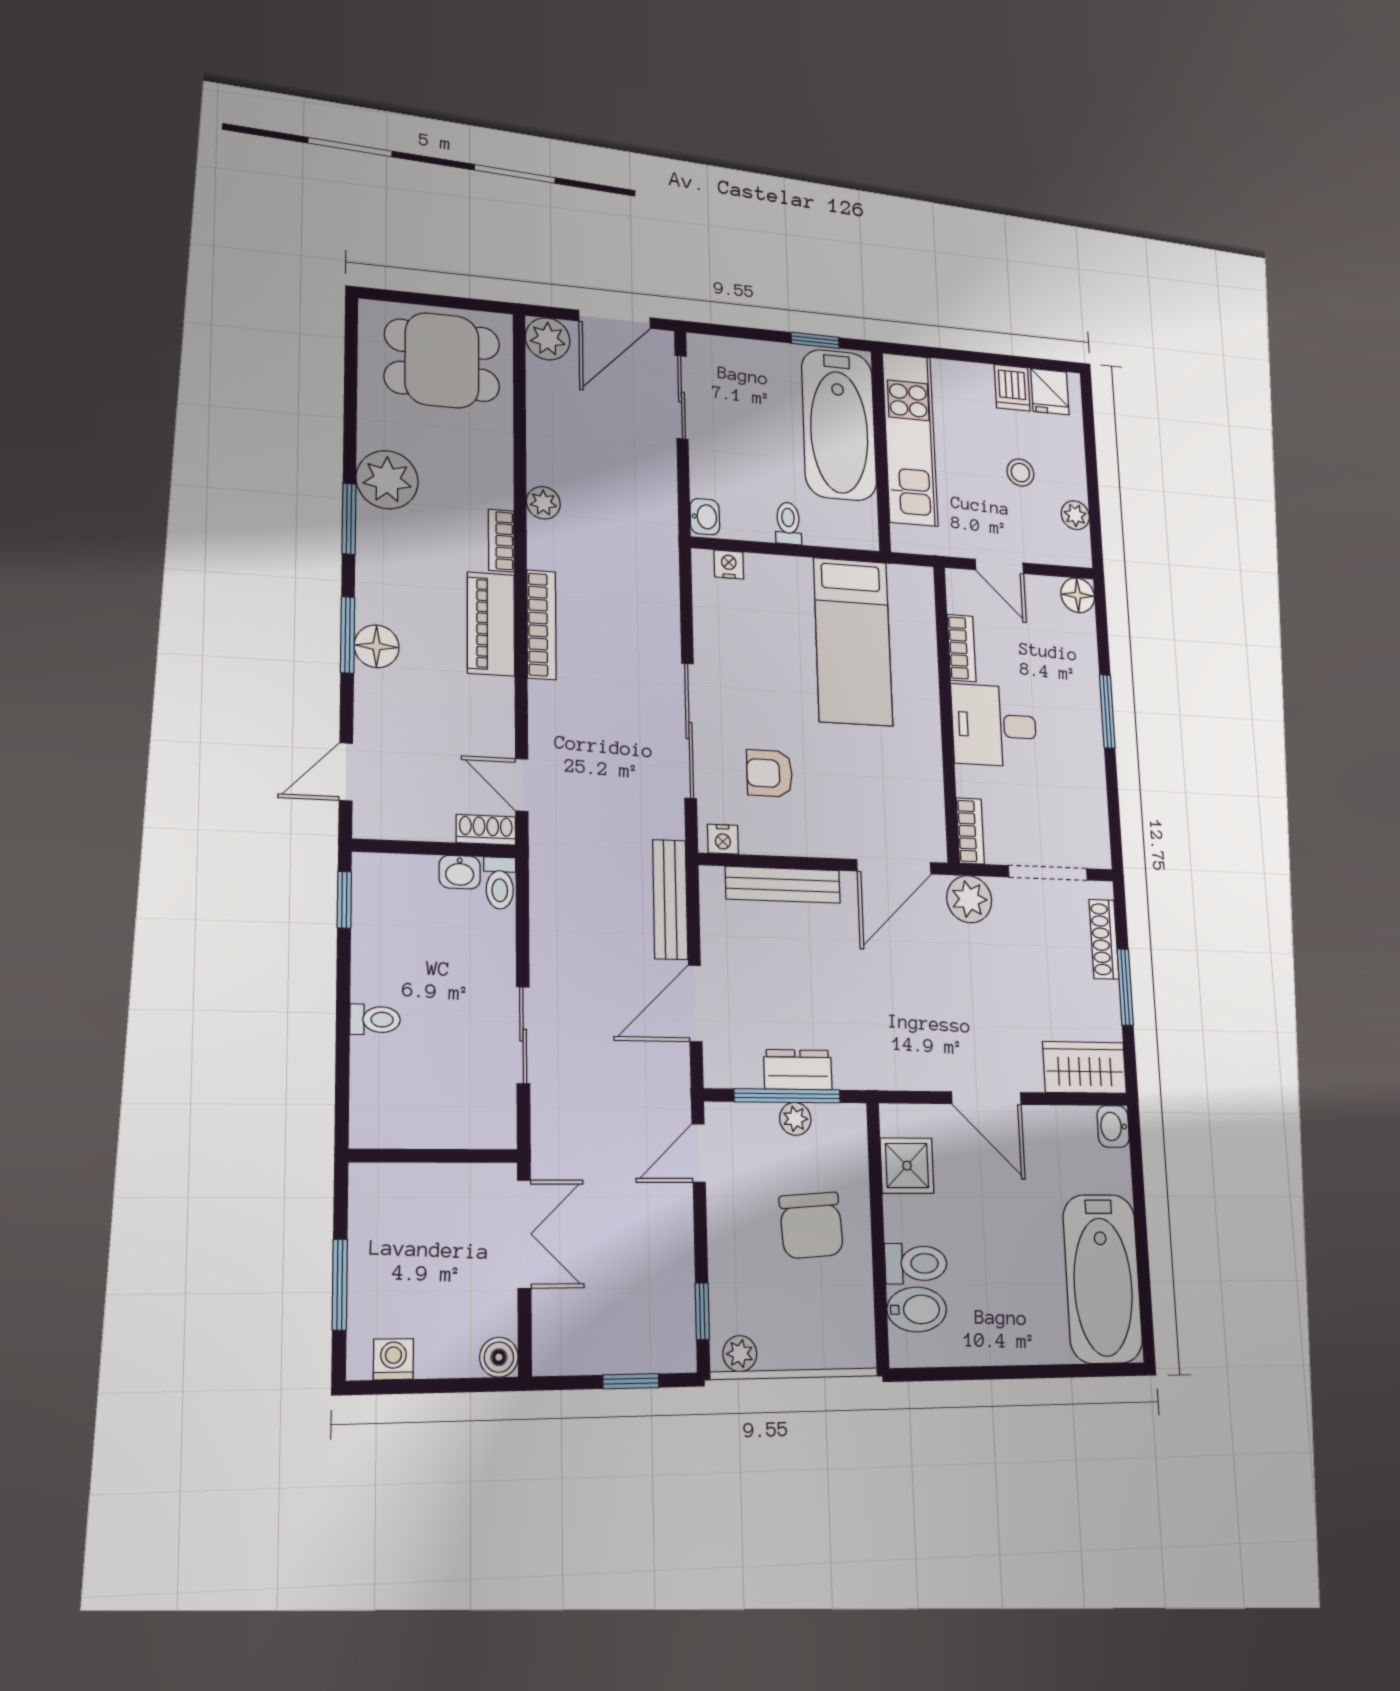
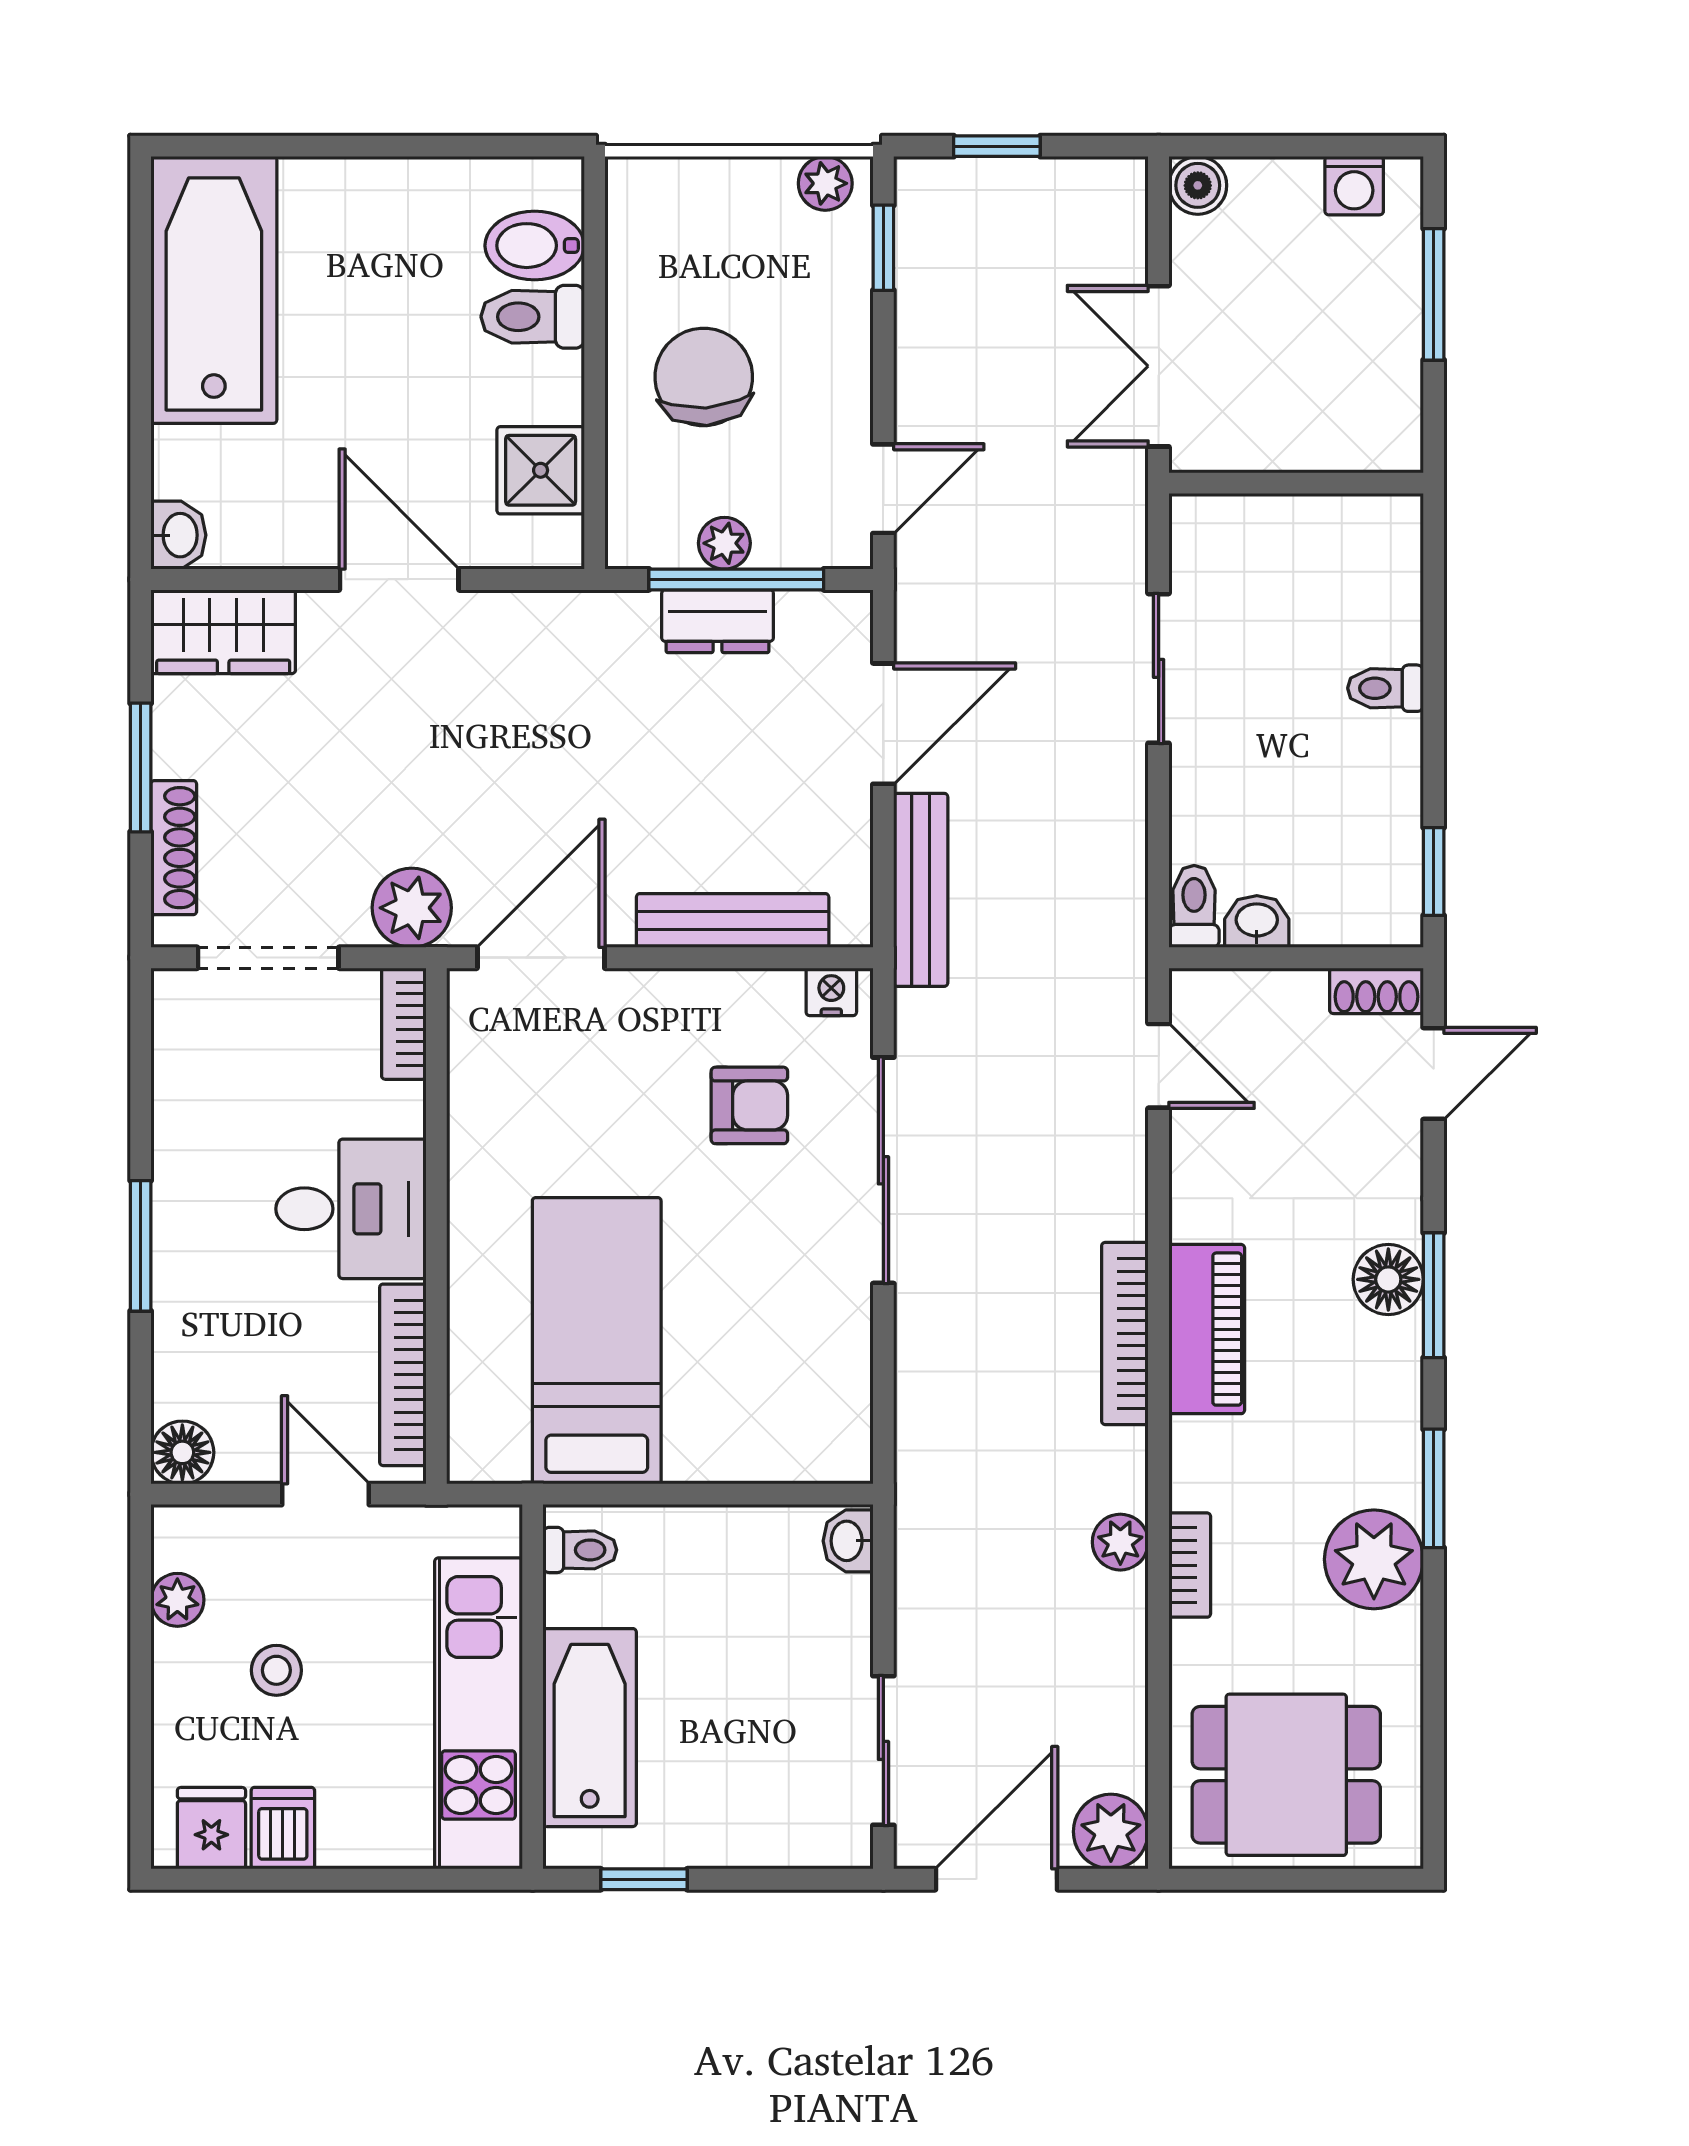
bathtub: (839, 425) -> (590, 1728), width x0.73, depth x0.73
toilet: (788, 523) -> (580, 1550), moved, turned -90
bookcase: (501, 541) -> (1190, 1565), moved
nightstand: (729, 564) -> (809, 1460), removed
bookcase: (962, 648) -> (403, 1375), width x1.56
shoe rack: (486, 830) -> (1376, 991), moved

